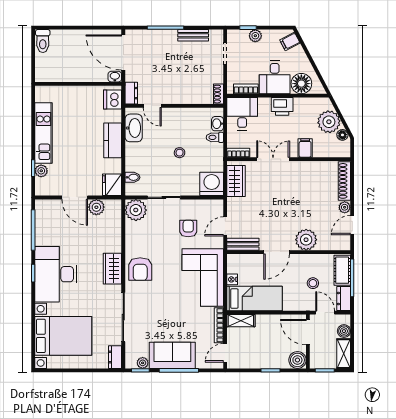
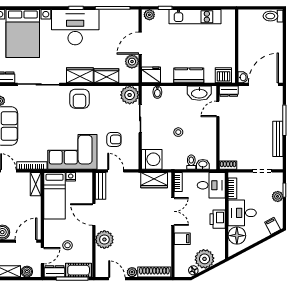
bench: (193, 35) -> (278, 139), width x1.36
plant: (41, 171) -> (149, 15), moved
wardrobe: (113, 237) -> (106, 76), added
armchair: (140, 269) -> (79, 99), turned -90

